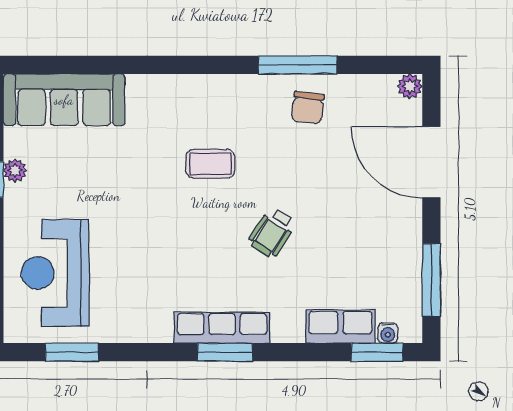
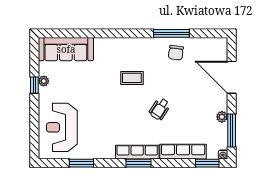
plant: (410, 86) -> (222, 117), moved
row of seats: (340, 327) -> (183, 152), width x1.48
water cooler: (388, 333) -> (223, 154), moved
window: (72, 352) -> (81, 163), moved

